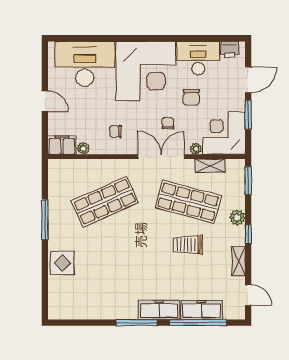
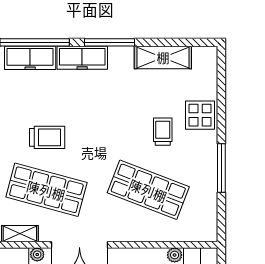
shop shelf: (105, 202) -> (148, 190), turned 45
trolley: (93, 249) -> (163, 132), added
shelving: (93, 310) -> (163, 57), added

